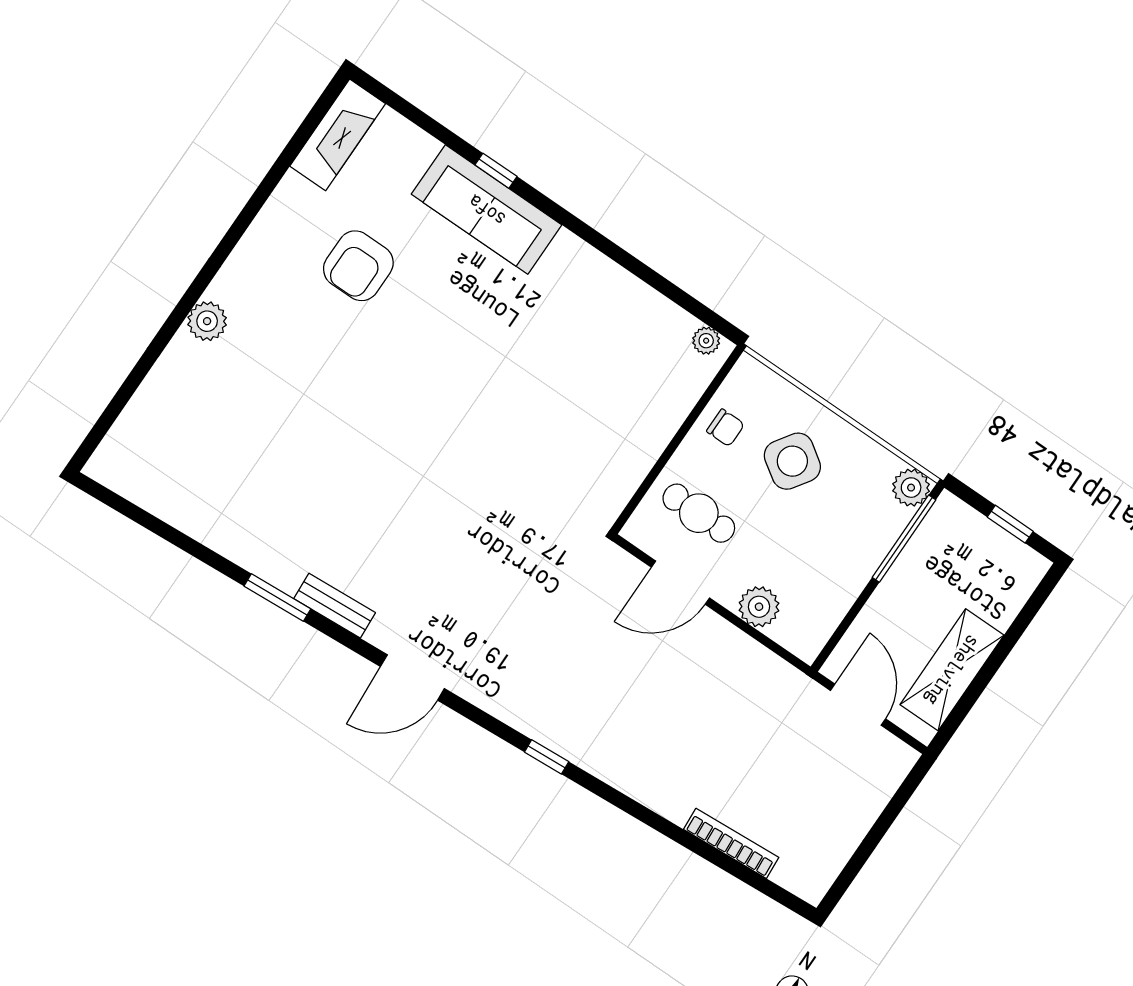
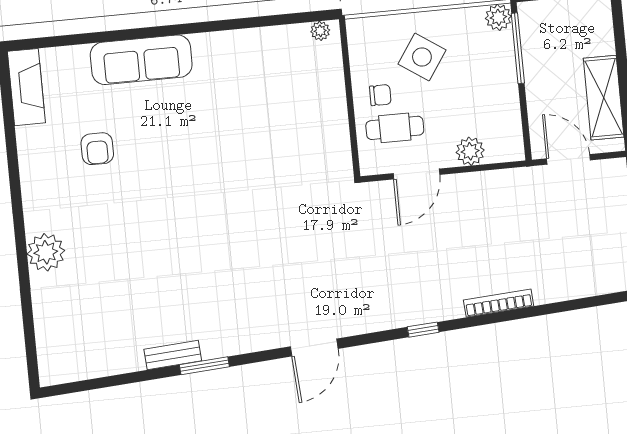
window: (496, 171) -> (129, 34), removed
armchair: (358, 266) -> (97, 149), width x0.72, depth x0.72
plant: (207, 321) -> (46, 252), width x1.36, depth x1.36
chair: (725, 428) -> (380, 95), moved
bench: (335, 606) -> (173, 355), moved
bookcase: (731, 843) -> (499, 303), moved

